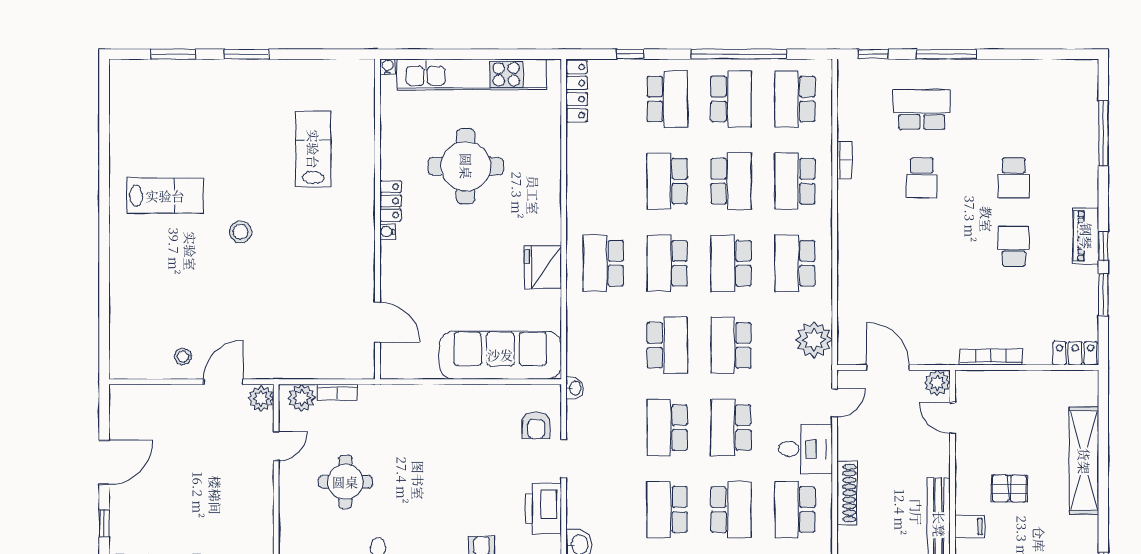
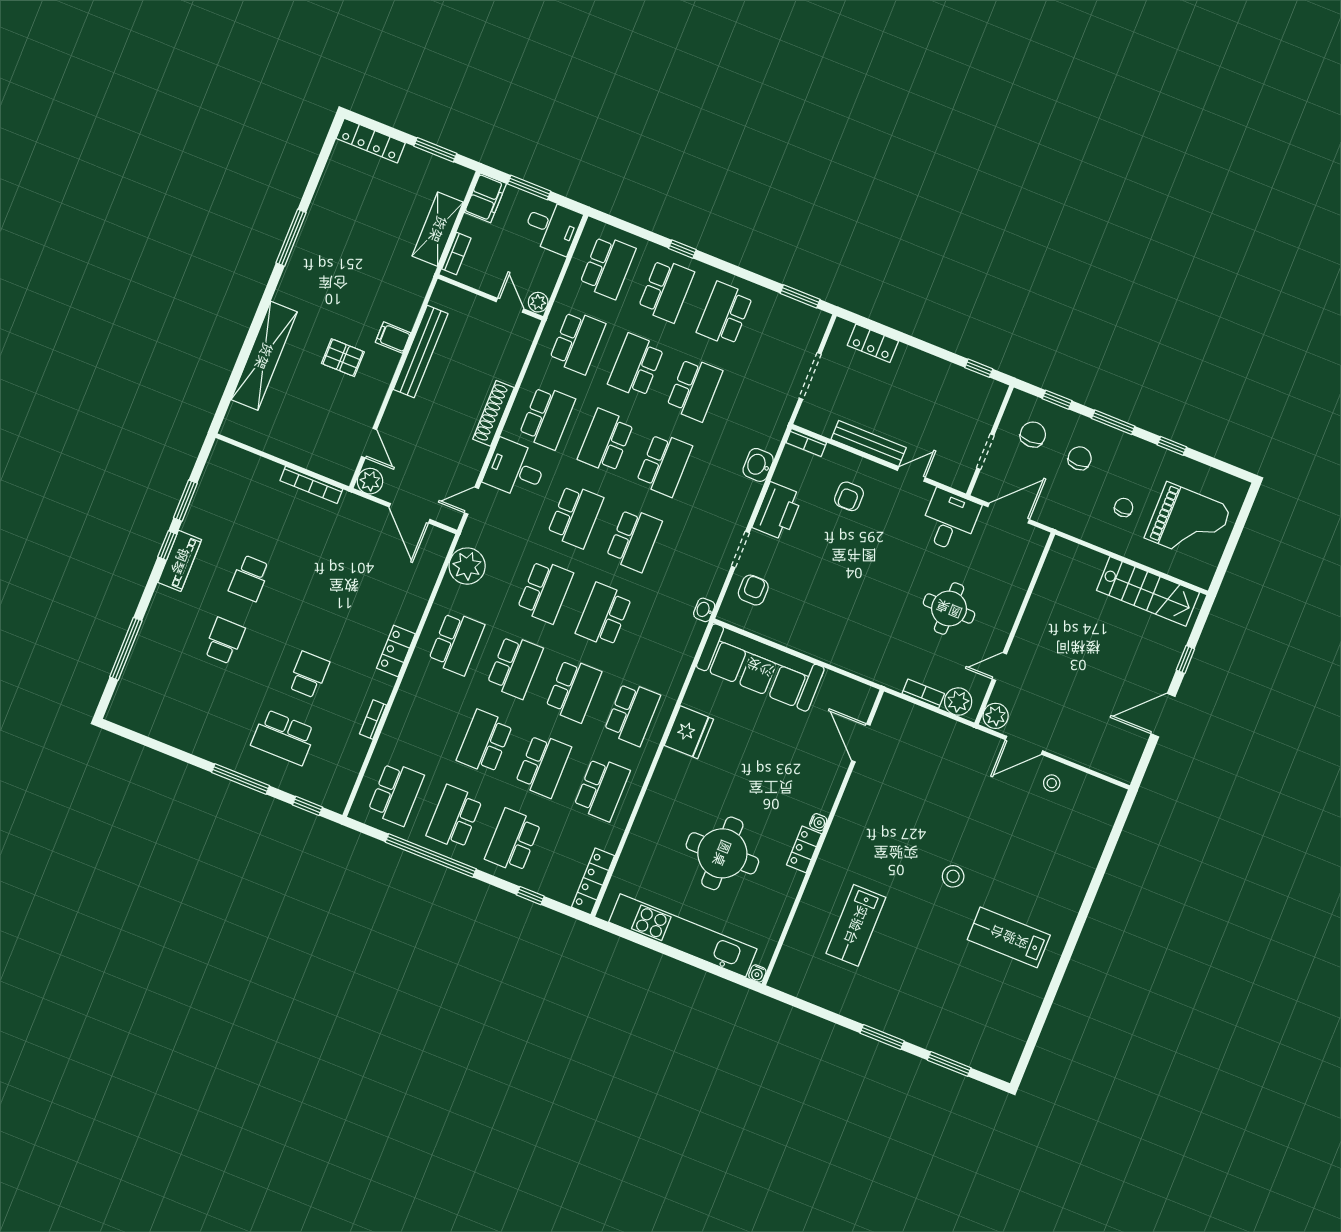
school desk: (795, 181) -> (602, 789), moved
locker: (1075, 353) -> (396, 651), moved, turned 90

